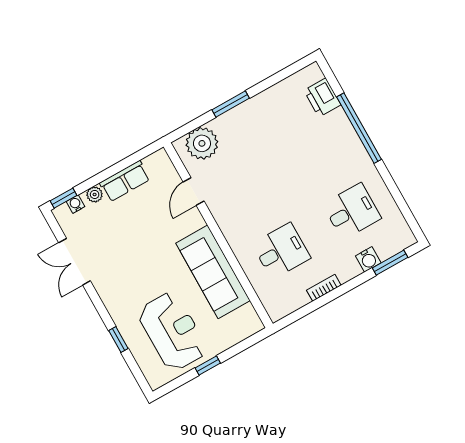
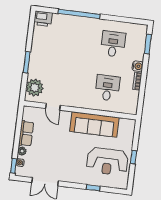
printer: (322, 98) -> (43, 19), moved
water cooler: (368, 259) -> (138, 66), moved
reception desk: (173, 331) -> (107, 161), turned 180

